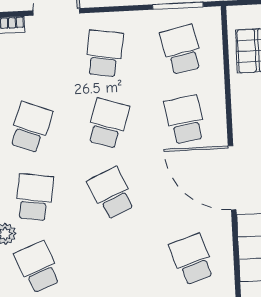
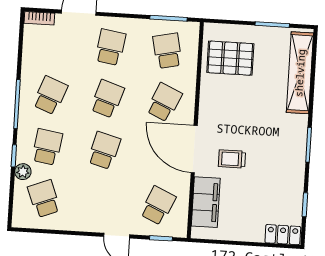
school desk: (185, 119) -> (164, 102), turned 33
school desk: (111, 193) -> (104, 150), turned 39
school desk: (192, 259) -> (158, 206), turned 42

